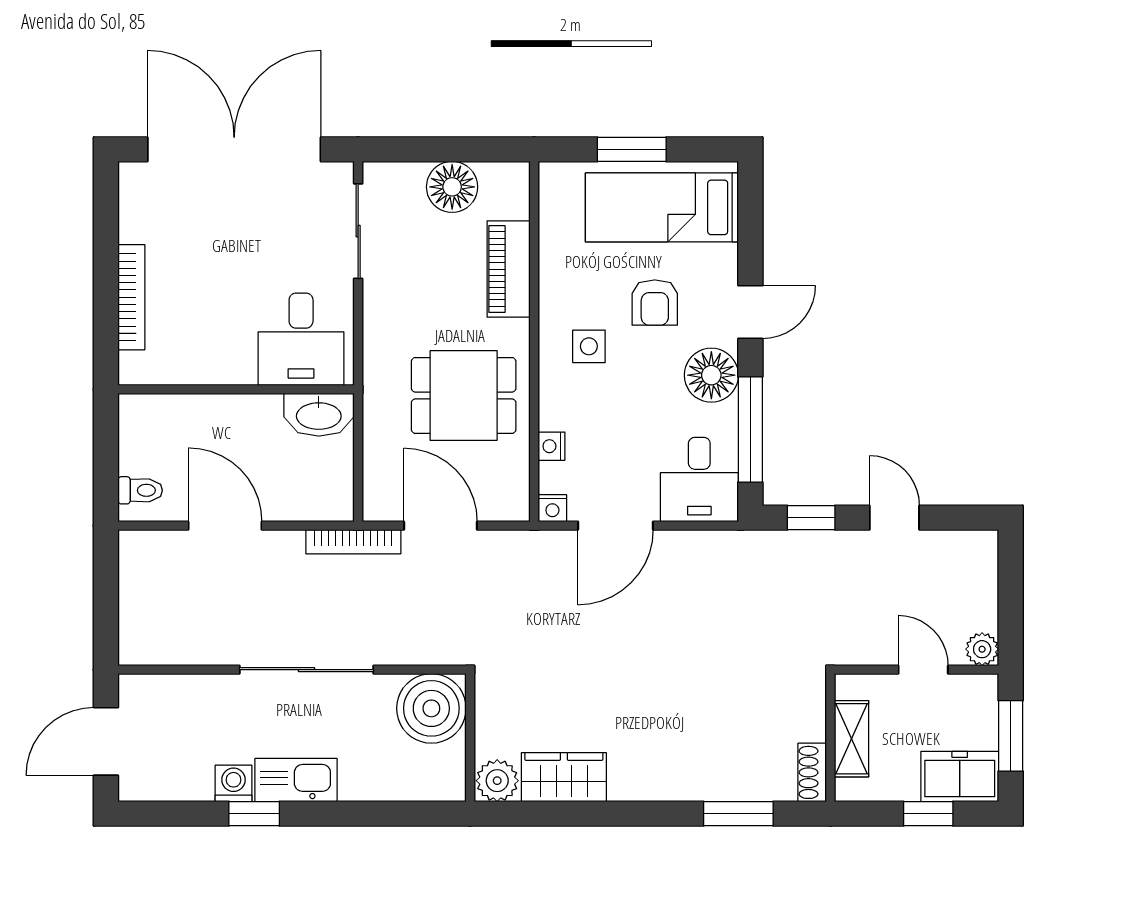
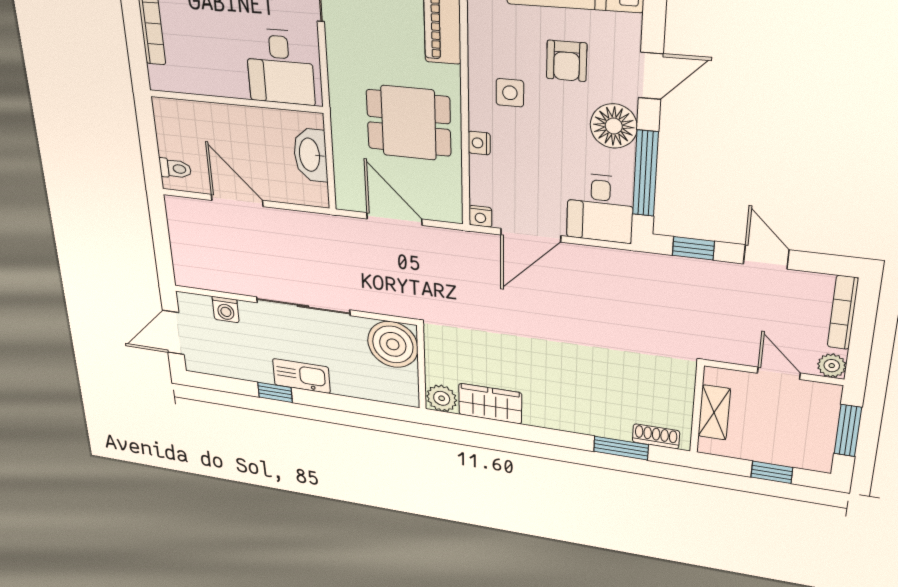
washbasin: (319, 415) -> (310, 155), moved, turned 90
nightstand: (552, 446) -> (479, 143), moved
bookcase: (353, 542) -> (843, 313), moved, turned 90
shoe rack: (812, 772) -> (656, 436), moved, turned 90
freezer: (960, 776) -> (801, 452), removed
washing machine: (234, 783) -> (226, 310), moved, turned 180

